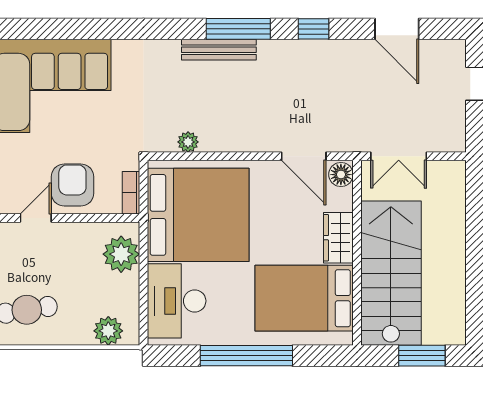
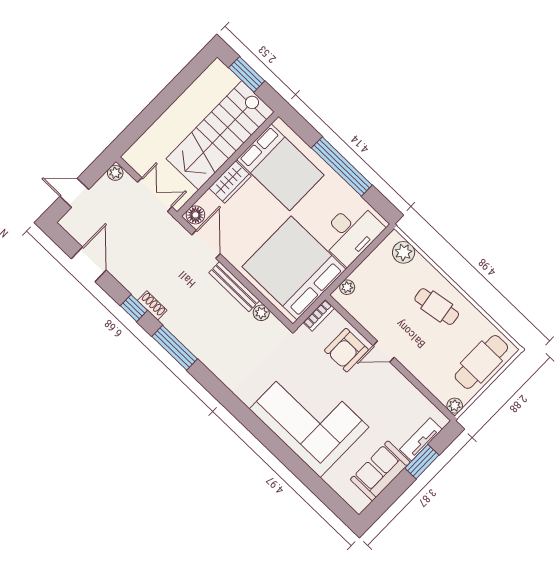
shoe rack: (299, 48) -> (152, 305), added
bench: (219, 50) -> (234, 287), moved
plant: (456, 141) -> (115, 173), added
plant: (121, 254) -> (347, 287), width x0.53, depth x0.53

